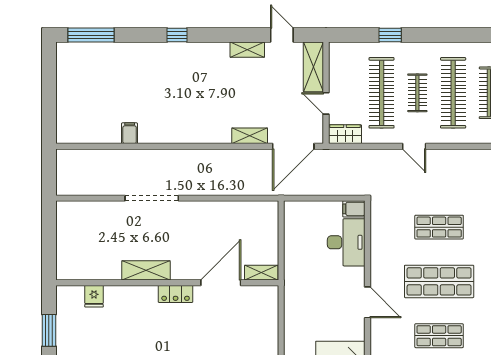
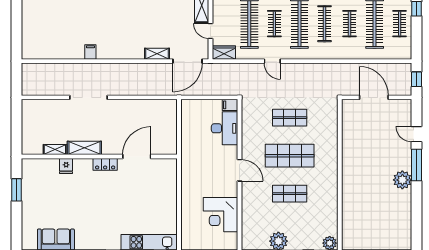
filing cabinet: (130, 133) -> (90, 52), moved
shelving: (261, 273) -> (55, 149), moved
fridge: (94, 296) -> (66, 166), moved

